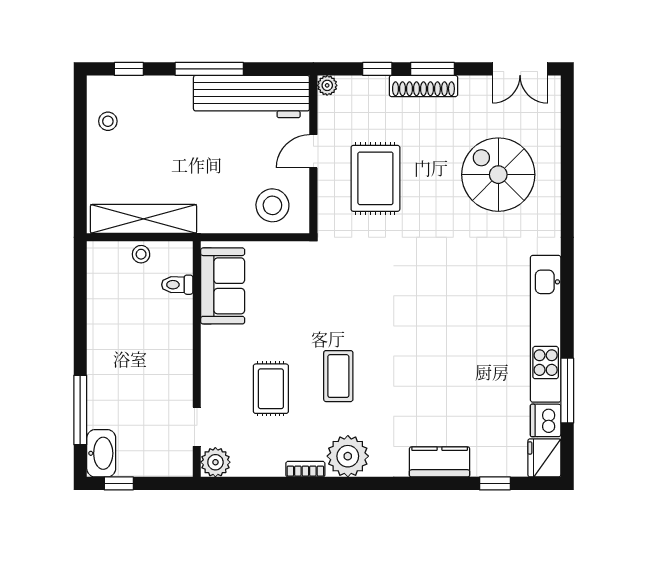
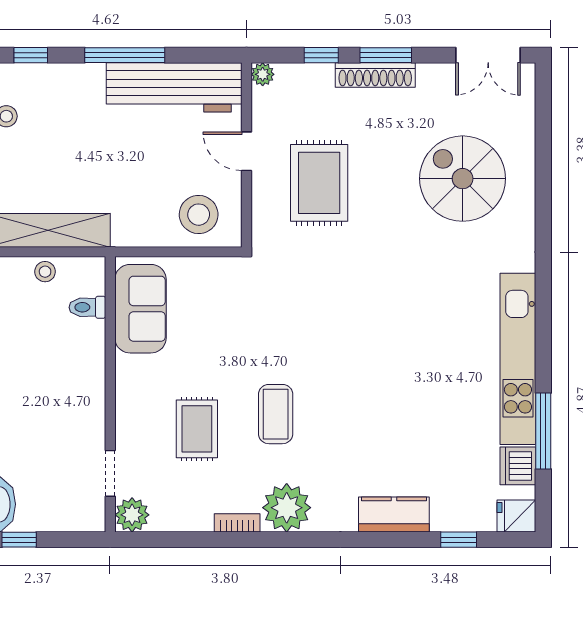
door: (313, 151) -> (246, 151), hinge flipped
fridge: (544, 458) -> (516, 516), width x0.72

